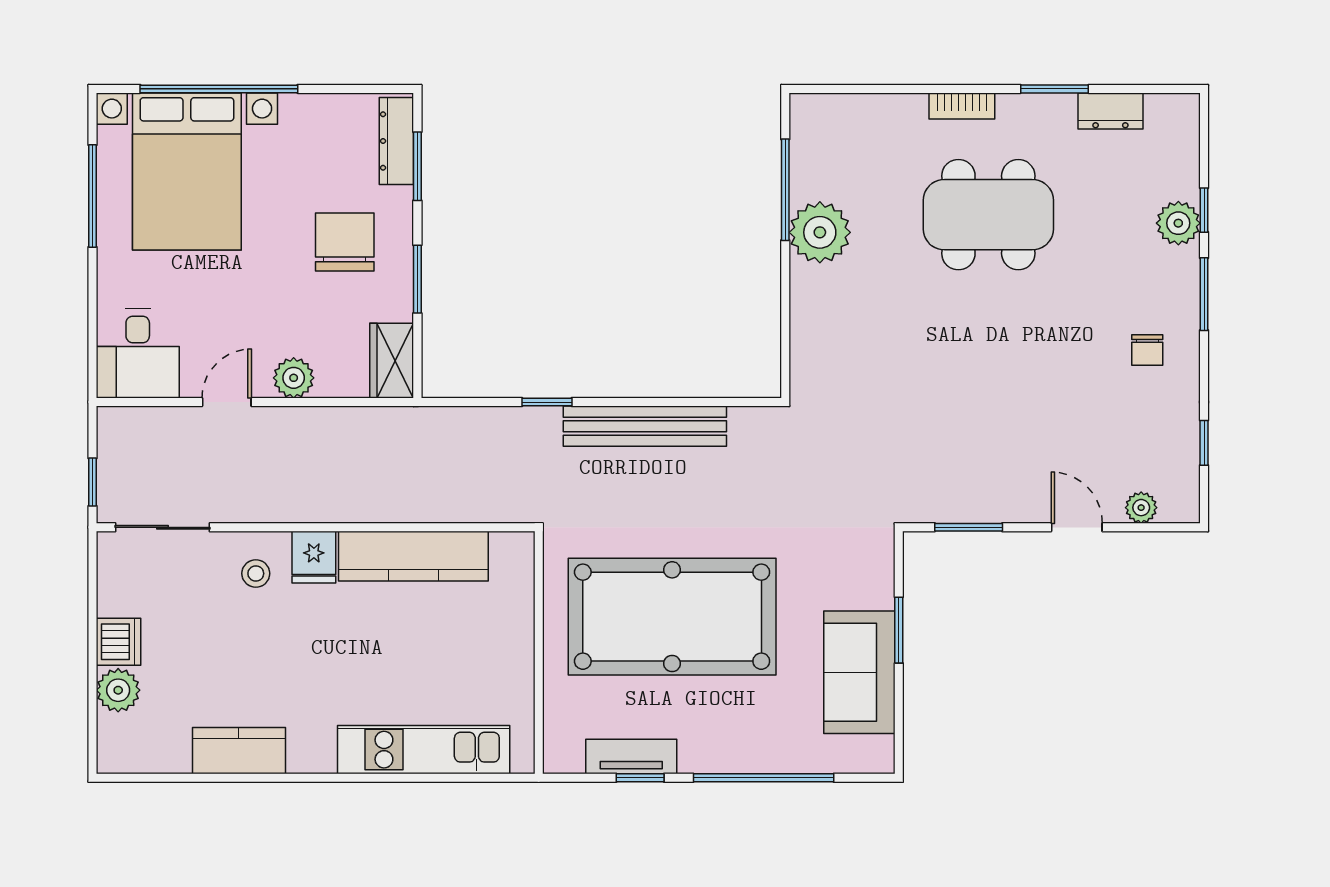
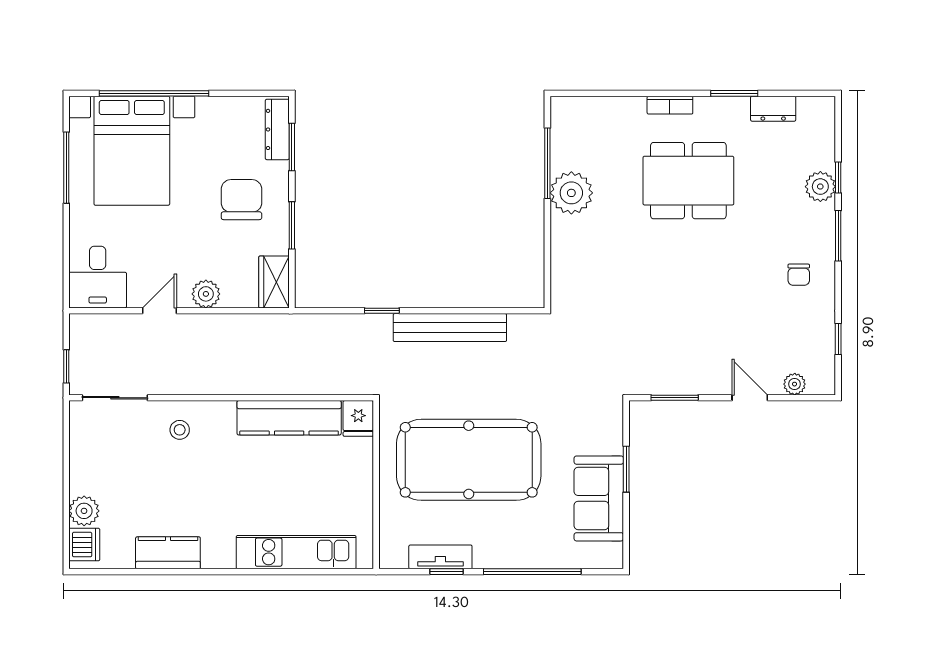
fridge: (314, 557) -> (358, 418), moved
dishwasher: (118, 642) -> (84, 545), moved

